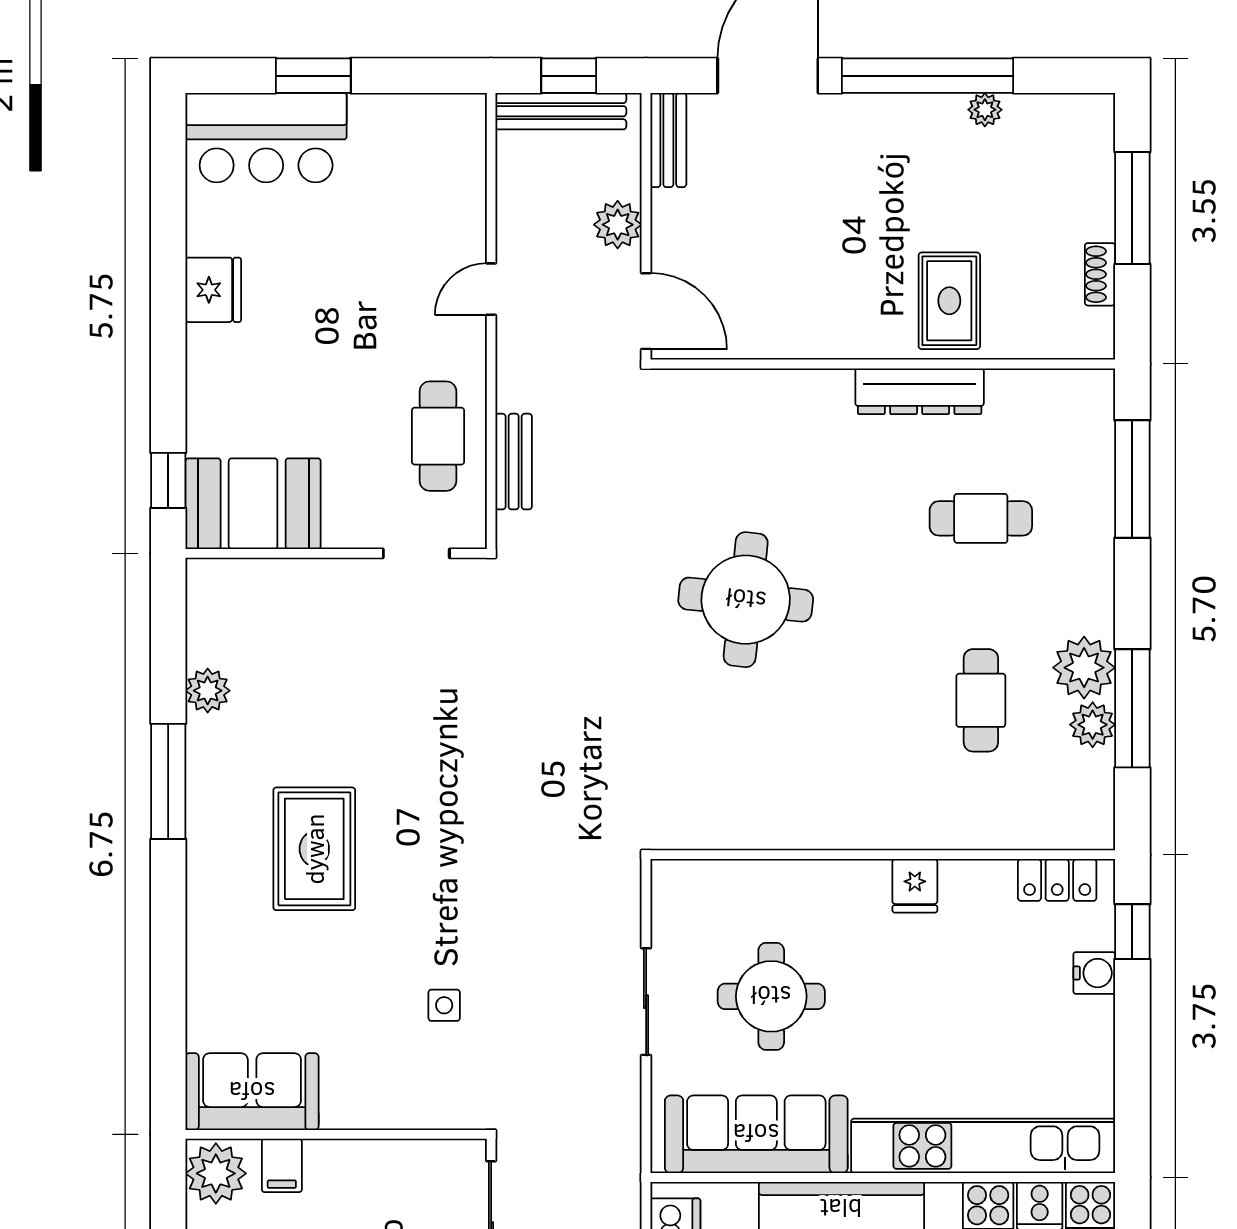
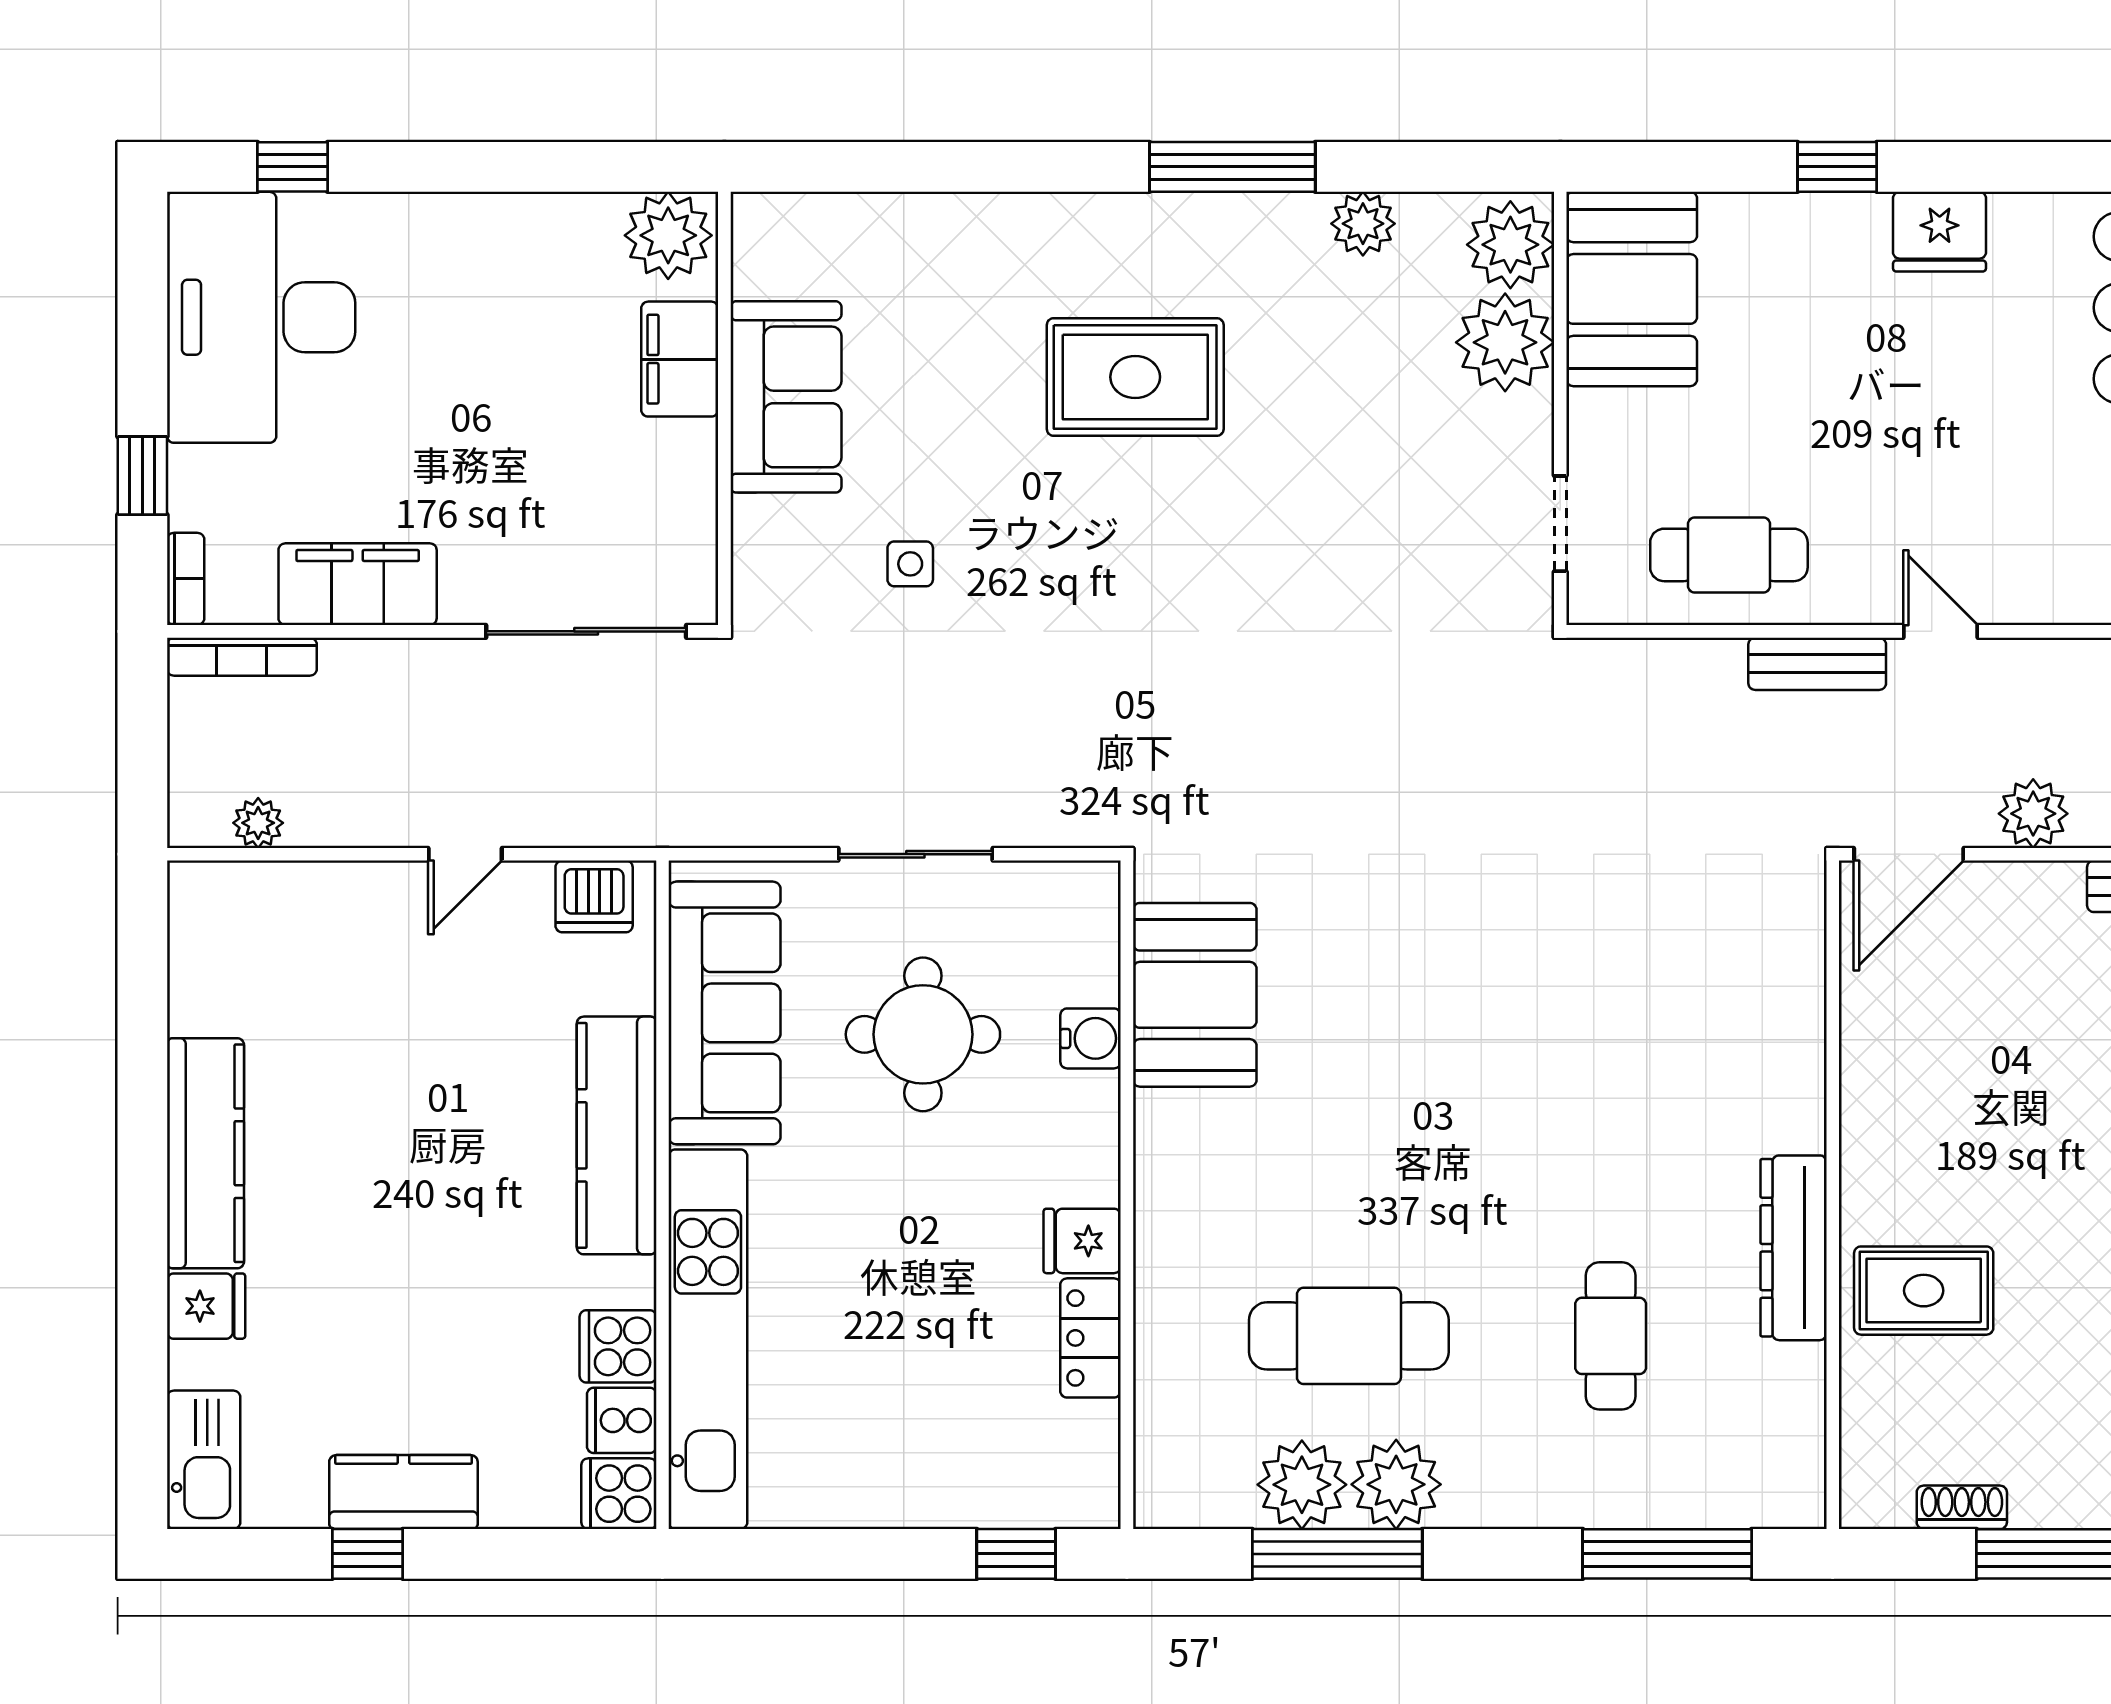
bench: (514, 462) -> (1817, 664), moved
window: (168, 480) -> (1837, 167), moved
plant: (222, 588) -> (1510, 245), added
plant: (290, 592) -> (1505, 342), added
round table: (746, 600) -> (1494, 998), removed
cafe table: (981, 700) -> (1349, 1336), width x1.37, depth x1.35
plant: (1093, 725) -> (1302, 1485), width x1.36, depth x1.36
booth: (744, 807) -> (1195, 995), added
locker: (1057, 880) -> (1090, 1338), moved
water cooler: (1094, 973) -> (1091, 1038), moved, turned -90
sofa: (252, 1092) -> (786, 397), moved
filing cabinet: (282, 1165) -> (680, 359), width x2.00

